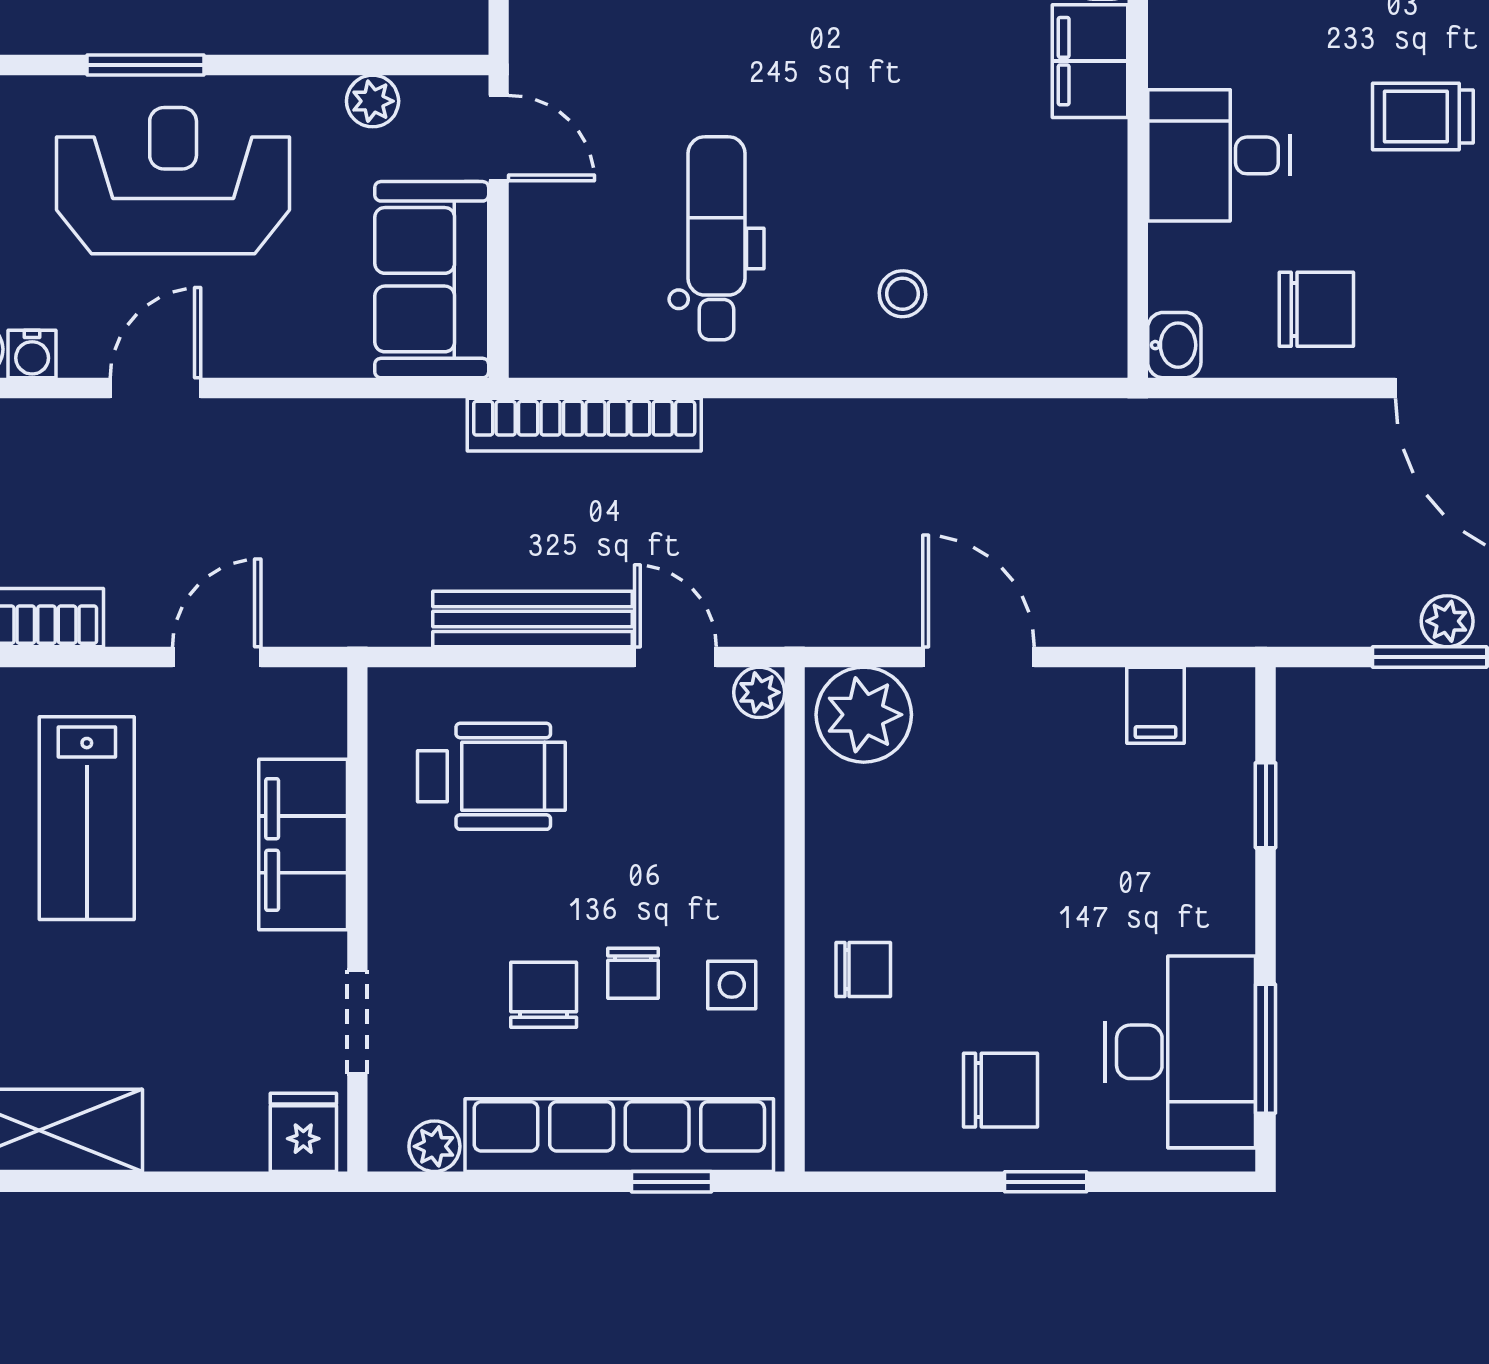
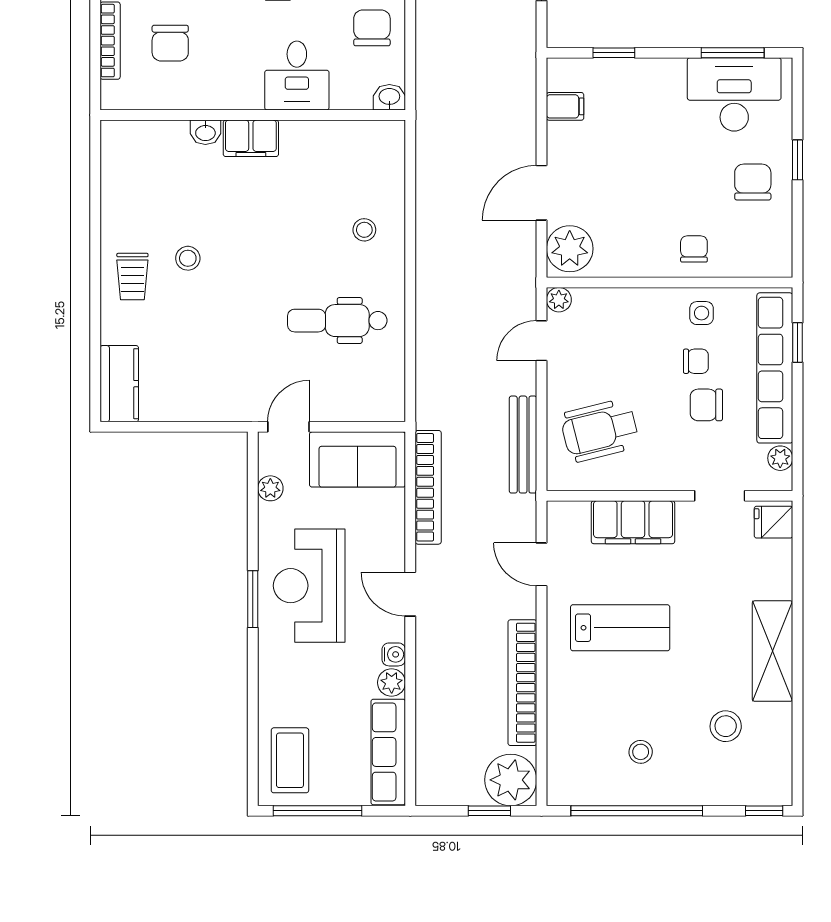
bookcase: (584, 425) -> (428, 487), moved
bench: (533, 619) -> (523, 445), moved
wheelchair: (491, 776) -> (600, 430), turned -104

